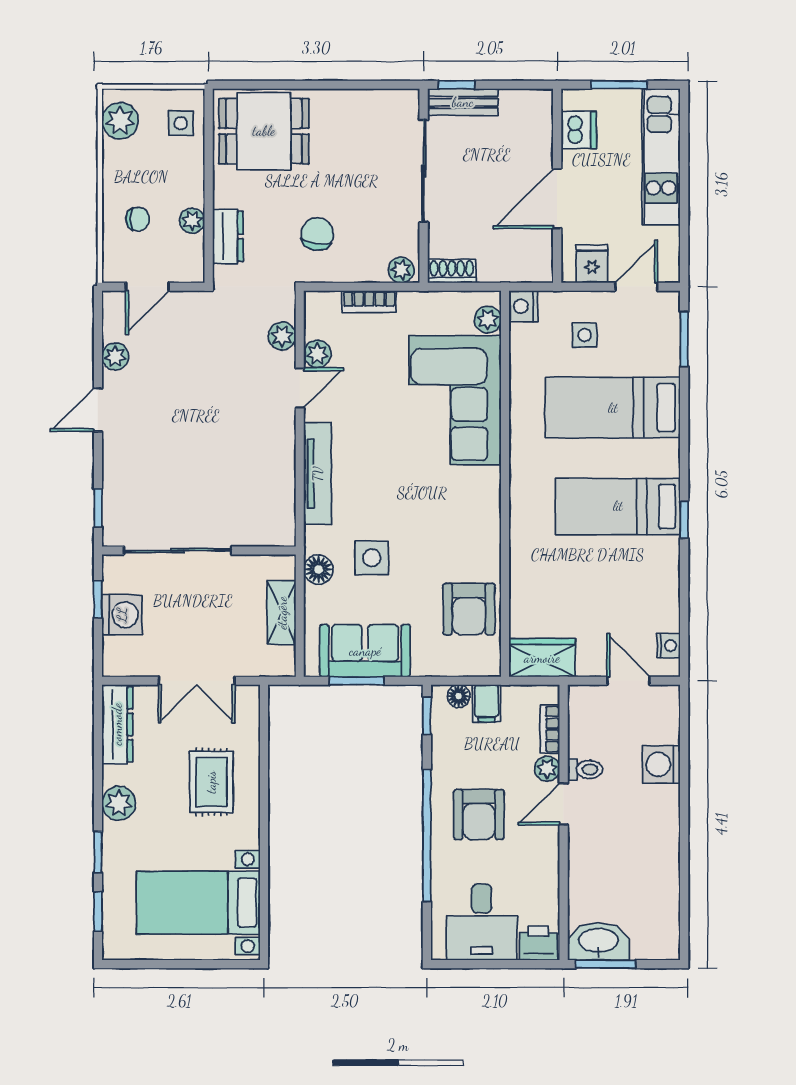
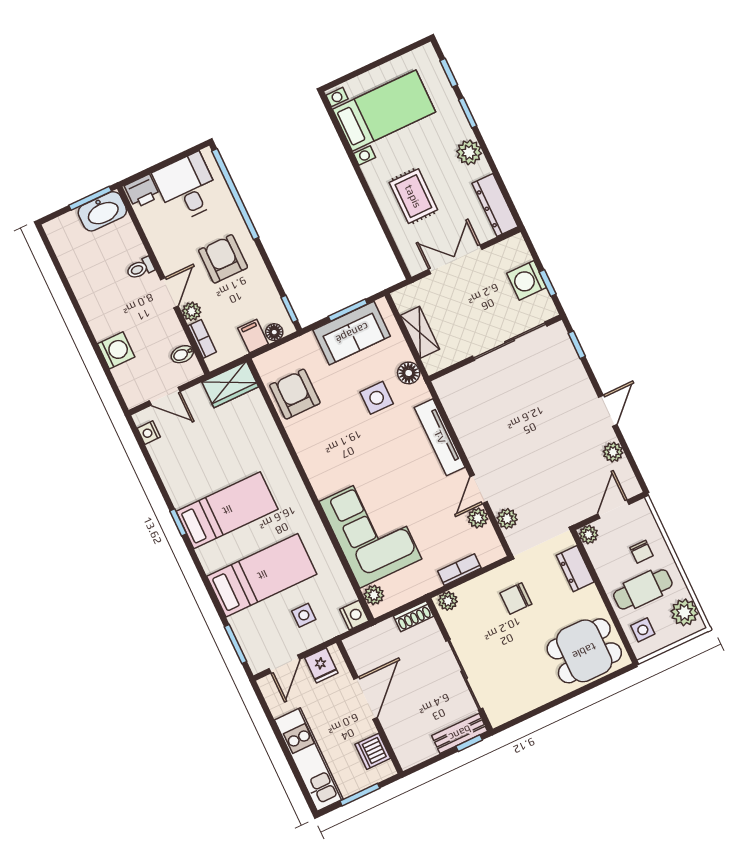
cafe table: (157, 172) -> (643, 589), added
chair: (138, 219) -> (641, 552), turned -90
plant: (192, 221) -> (589, 534), moved
chair: (317, 234) -> (516, 599), turned 80
bidet: (583, 722) -> (182, 354), added
toilet: (585, 769) -> (140, 268), moved
window: (427, 836) -> (235, 194), moved

